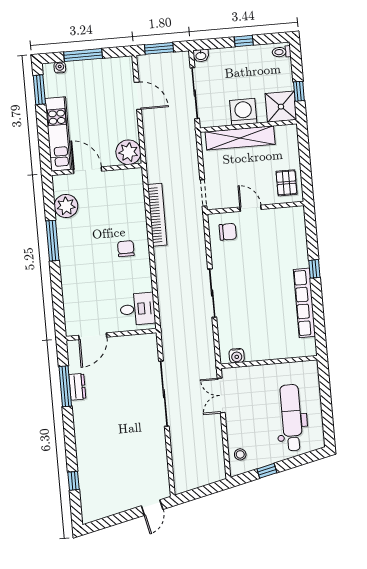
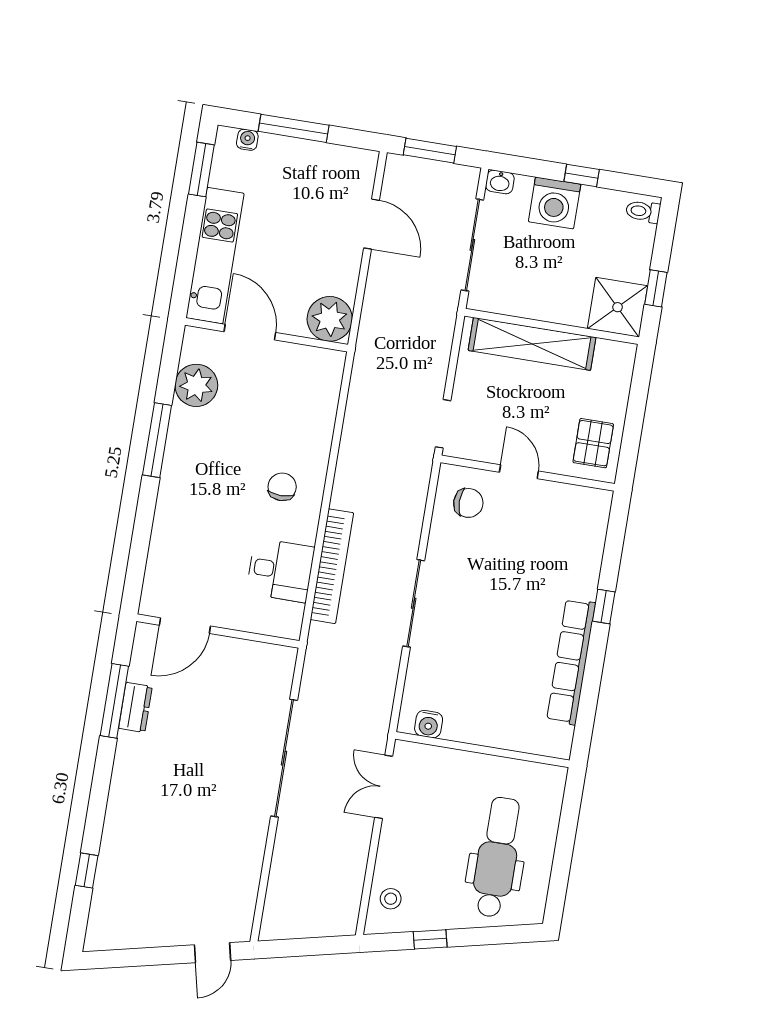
washing machine: (243, 112) -> (555, 203), moved, turned 180
bookcase: (157, 215) -> (332, 566), moved
desk: (138, 309) -> (280, 570), moved

